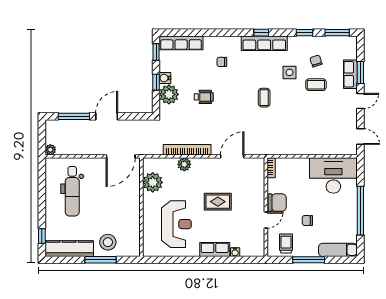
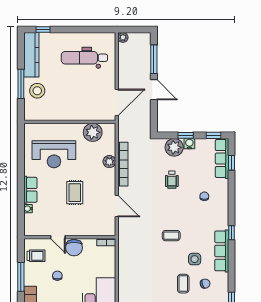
window: (305, 33) -> (231, 163), moved
row of seats: (264, 43) -> (222, 251), moved
door: (121, 156) -> (117, 102), swing flipped

